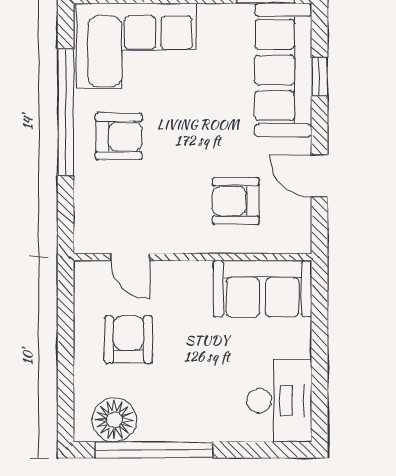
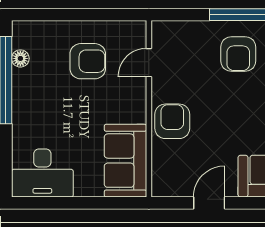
armchair: (236, 201) -> (172, 121), moved
floor lamp: (114, 420) -> (20, 58), width x0.53, depth x0.53

